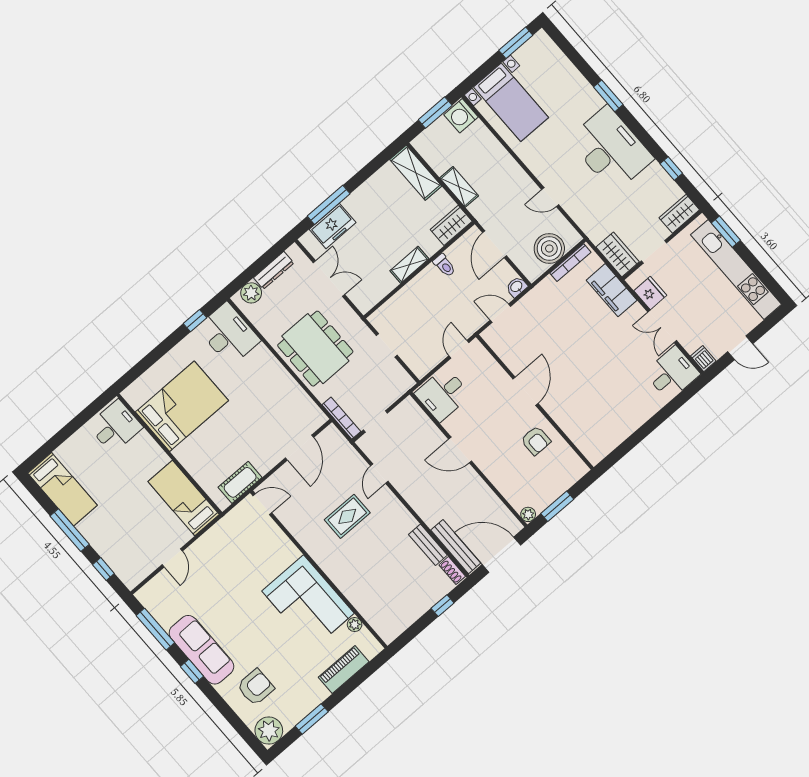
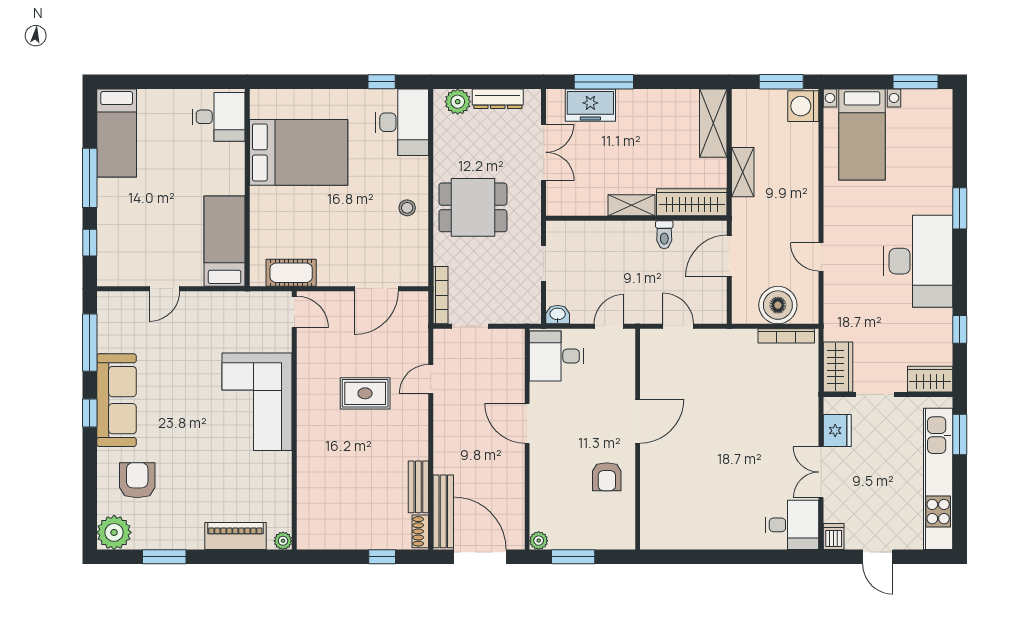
wardrobe: (451, 225) -> (692, 202), width x1.50
washbasin: (517, 287) -> (558, 315), moved
filing cabinet: (612, 290) -> (803, 396), removed
dining table: (315, 349) -> (473, 207), width x0.73
stool: (276, 383) -> (407, 208), added
corner sofa: (308, 602) -> (257, 402), moved
plant: (355, 624) -> (283, 541), moved
armchair: (256, 687) -> (137, 480), turned -90

